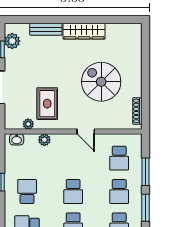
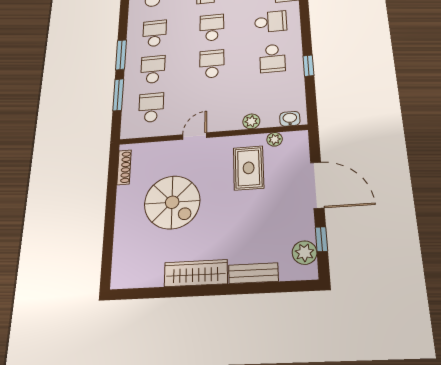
door: (86, 132) -> (195, 136), hinge flipped

